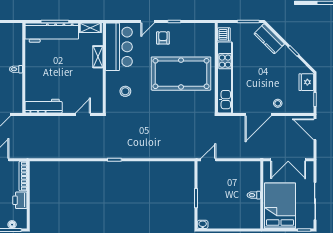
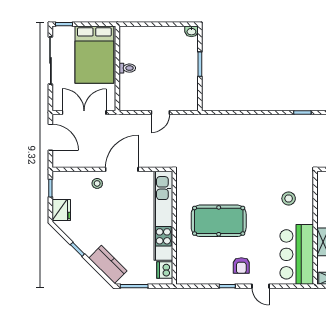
door: (148, 22) -> (261, 286), swing flipped
pool table: (181, 74) -> (219, 221), width x0.73, depth x0.76
door: (315, 129) -> (50, 137), moved
door: (208, 160) -> (160, 112), moved

